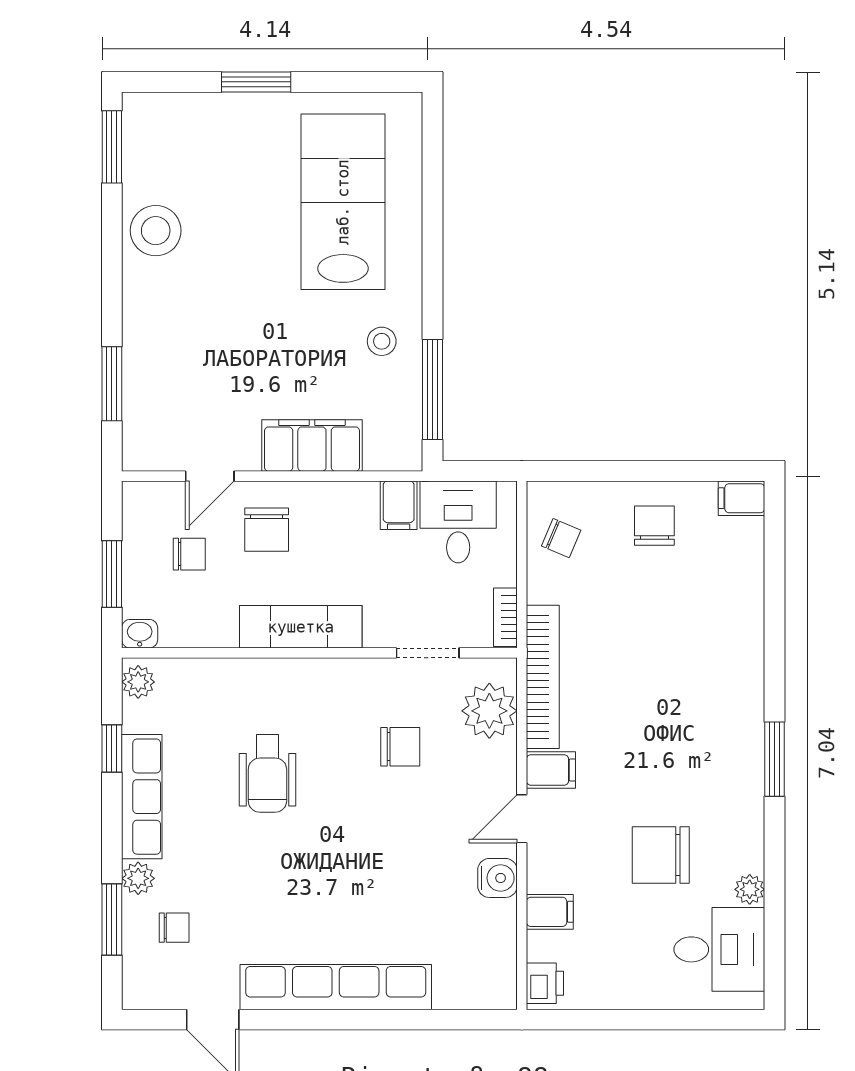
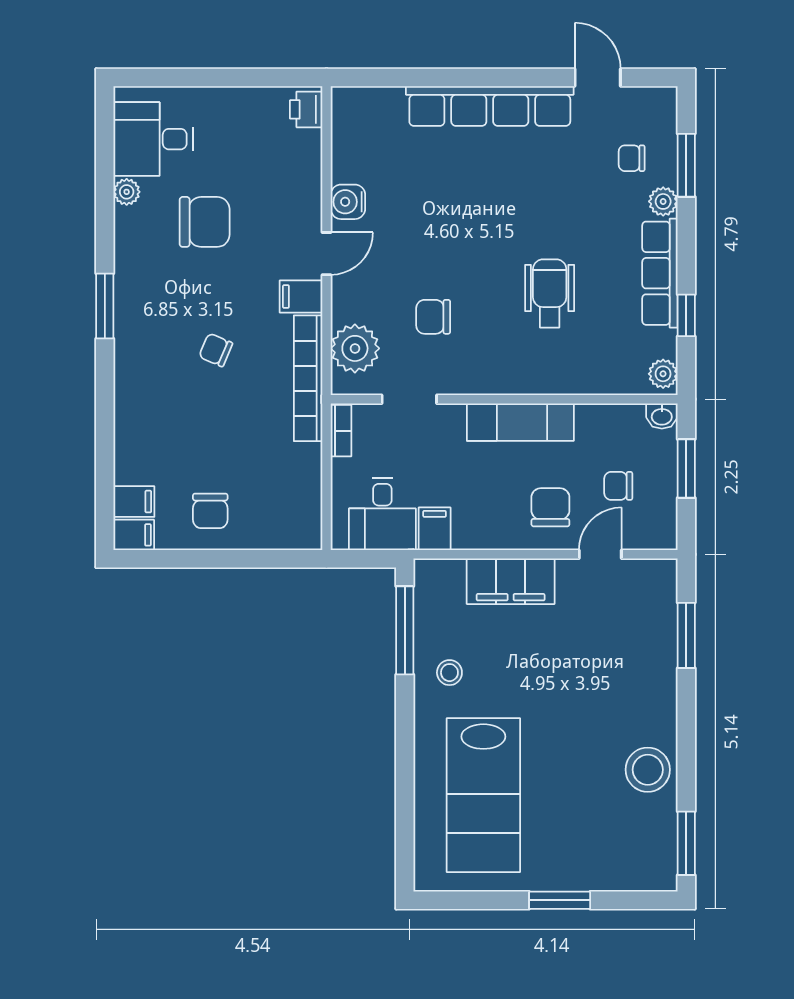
chair: (561, 538) -> (216, 350), moved
filing cabinet: (550, 912) -> (134, 502), moved, turned 180

